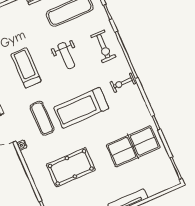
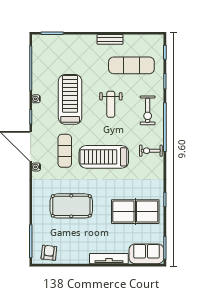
treadmill: (26, 68) -> (70, 99), width x1.37, depth x1.38
sofa: (161, 181) -> (146, 254), added

